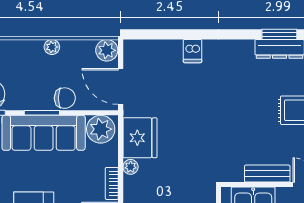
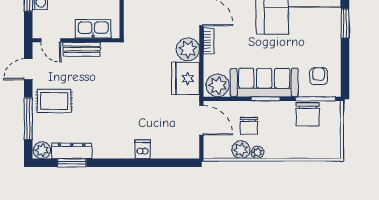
plant: (107, 50) -> (241, 150), moved
chair: (65, 98) -> (249, 126), moved, turned -90
plant: (131, 167) -> (188, 49), width x1.87, depth x1.87

